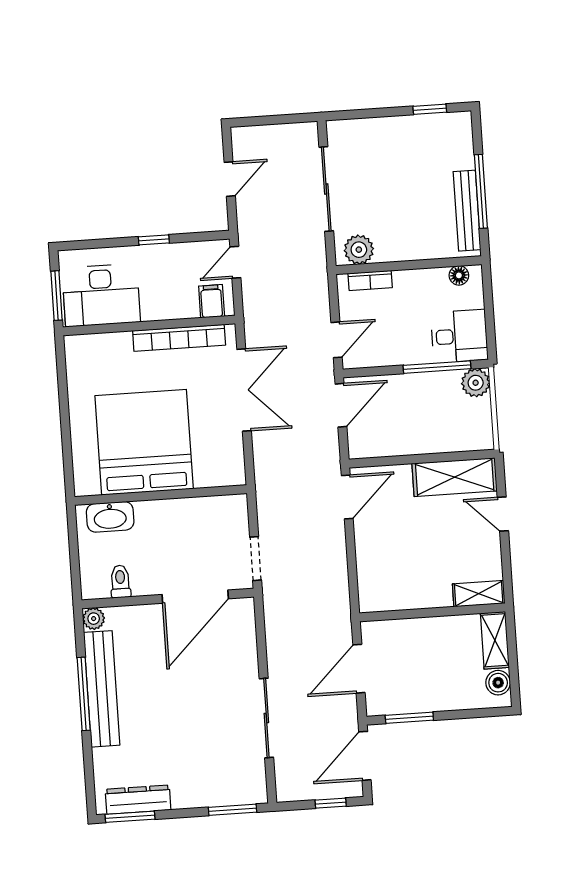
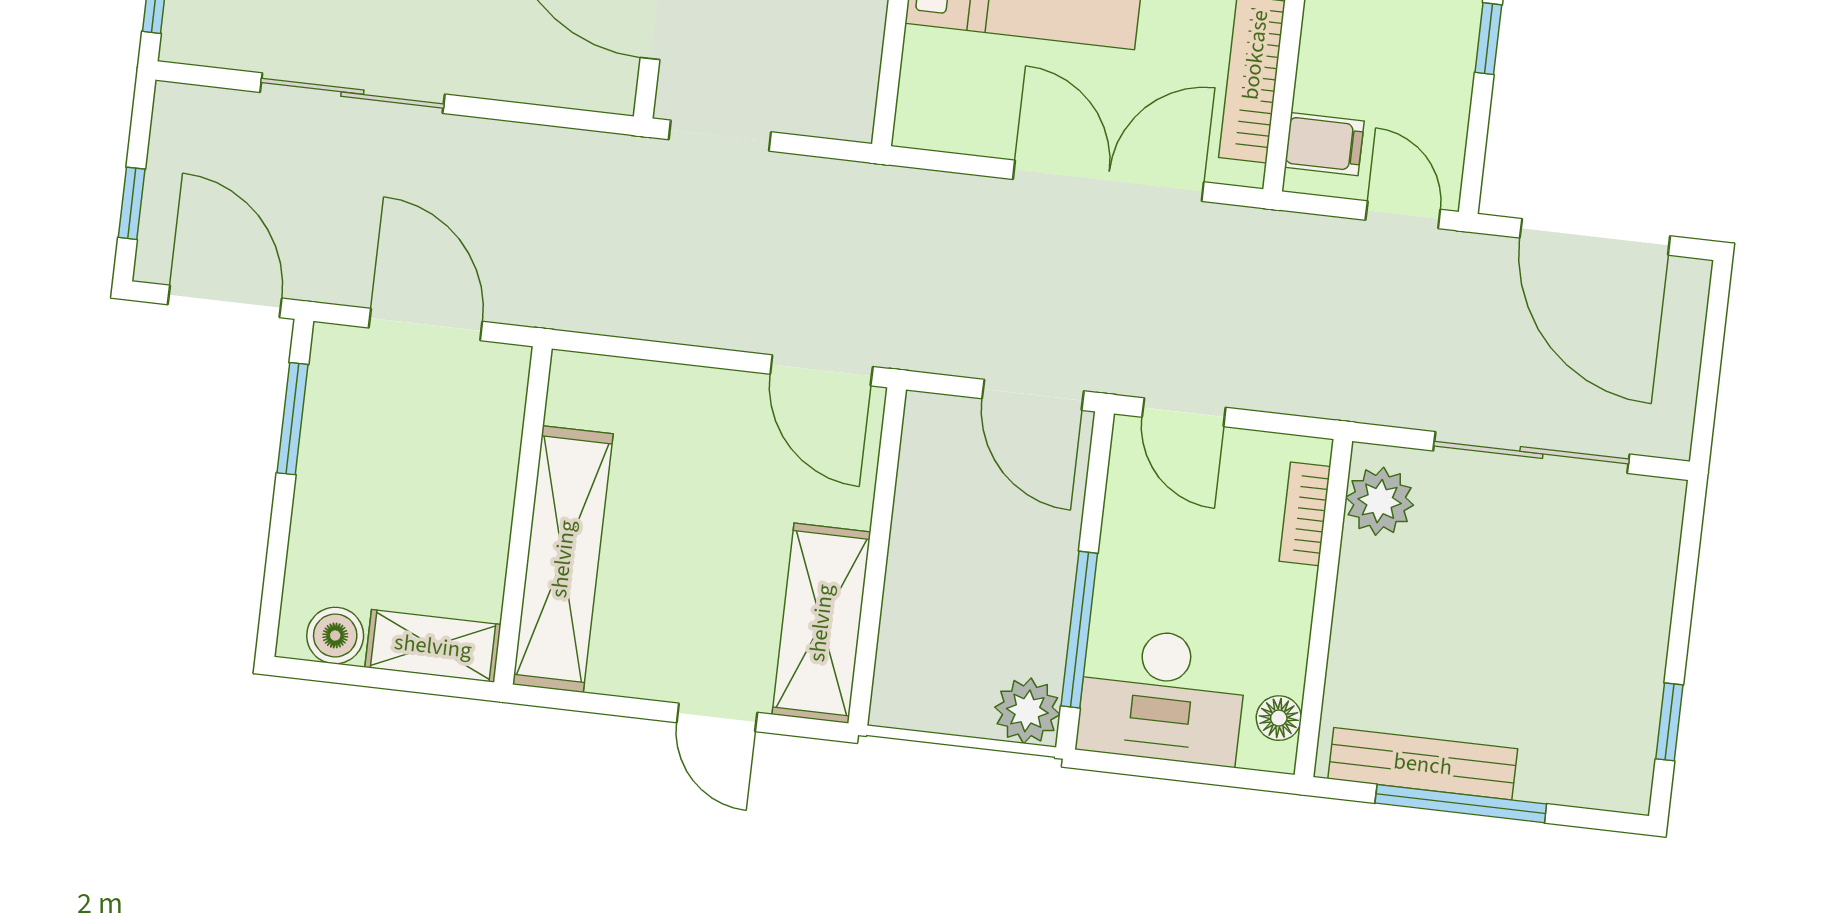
door: (230, 179) -> (1595, 237), width x1.87
desk: (459, 336) -> (1162, 696), width x1.37
double door: (244, 390) -> (1108, 181), swing flipped
door: (503, 514) -> (717, 717), swing flipped
shelving: (479, 594) -> (563, 559), width x2.20, depth x1.33

